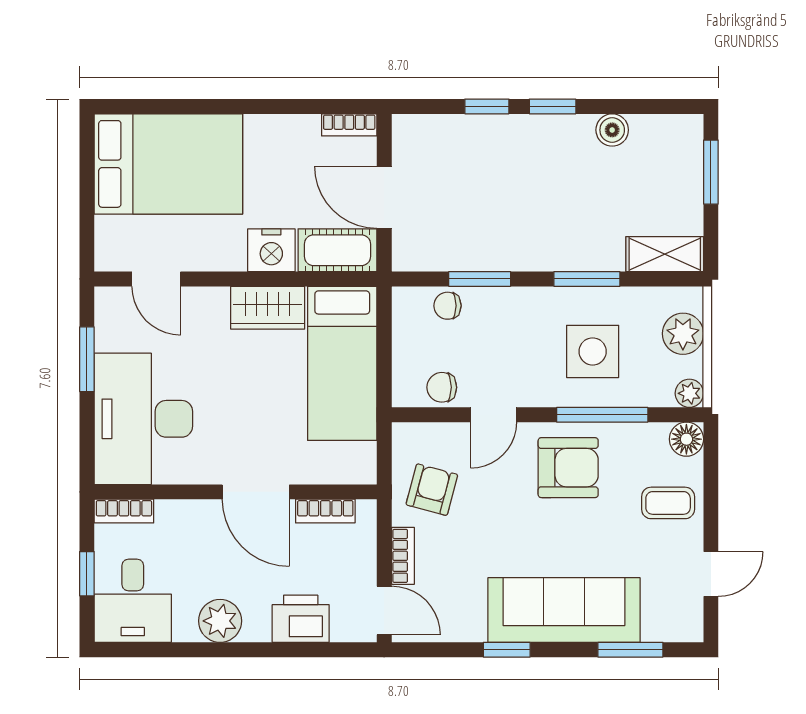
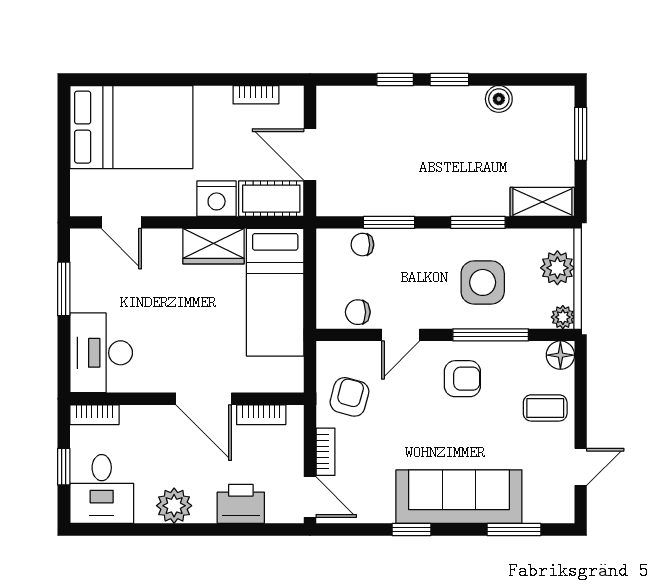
bookcase: (349, 125) -> (256, 95), moved
desk: (143, 419) -> (101, 353), width x0.73, depth x0.77
armchair: (568, 468) -> (462, 379), width x0.72, depth x0.72

